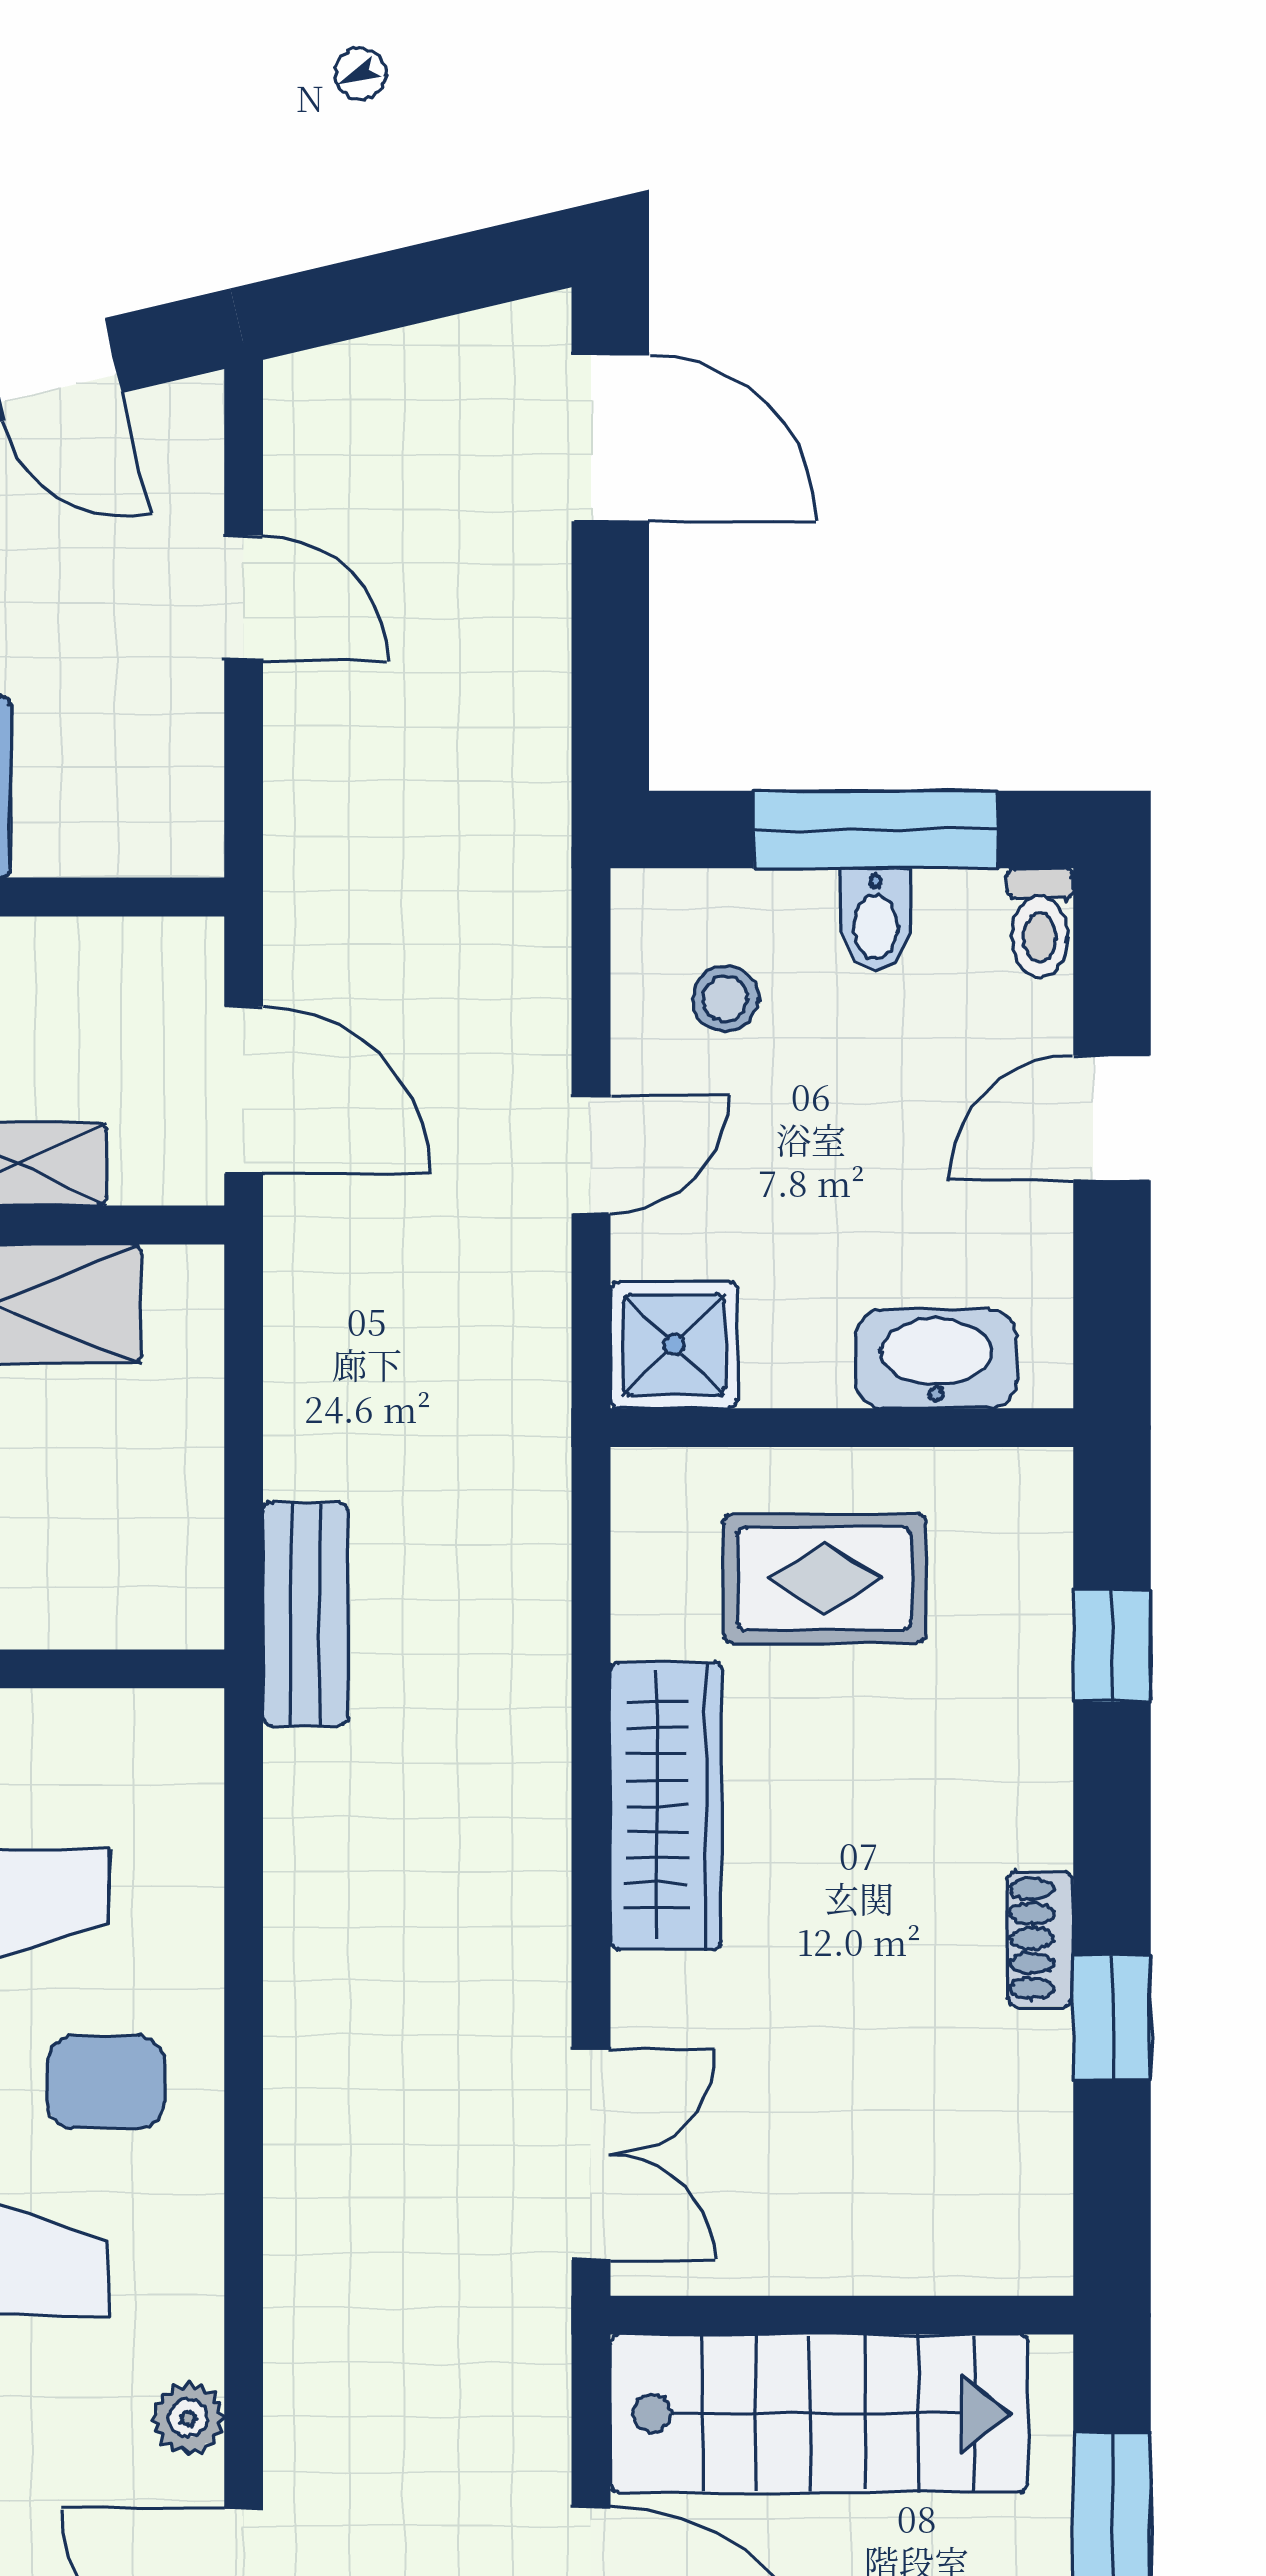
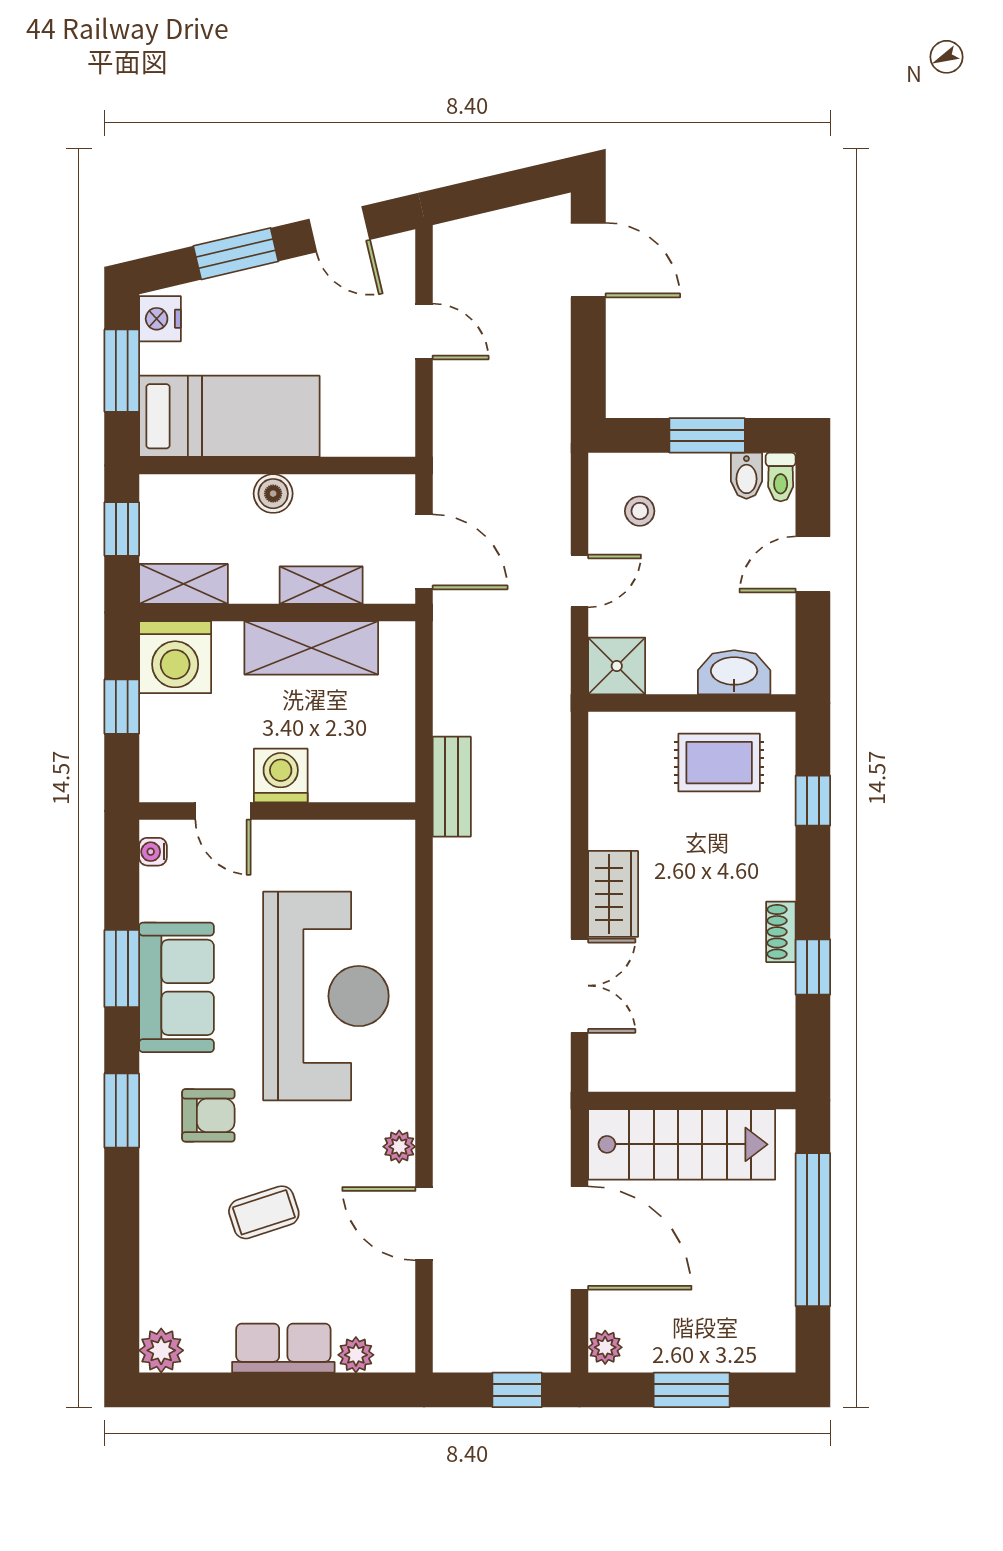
window: (876, 829) -> (707, 435), width x0.69
bidet: (876, 920) -> (746, 476), moved
rug: (825, 1578) -> (719, 763), moved
wardrobe: (666, 1806) -> (613, 894), width x0.67
double door: (591, 2155) -> (580, 986), moved

